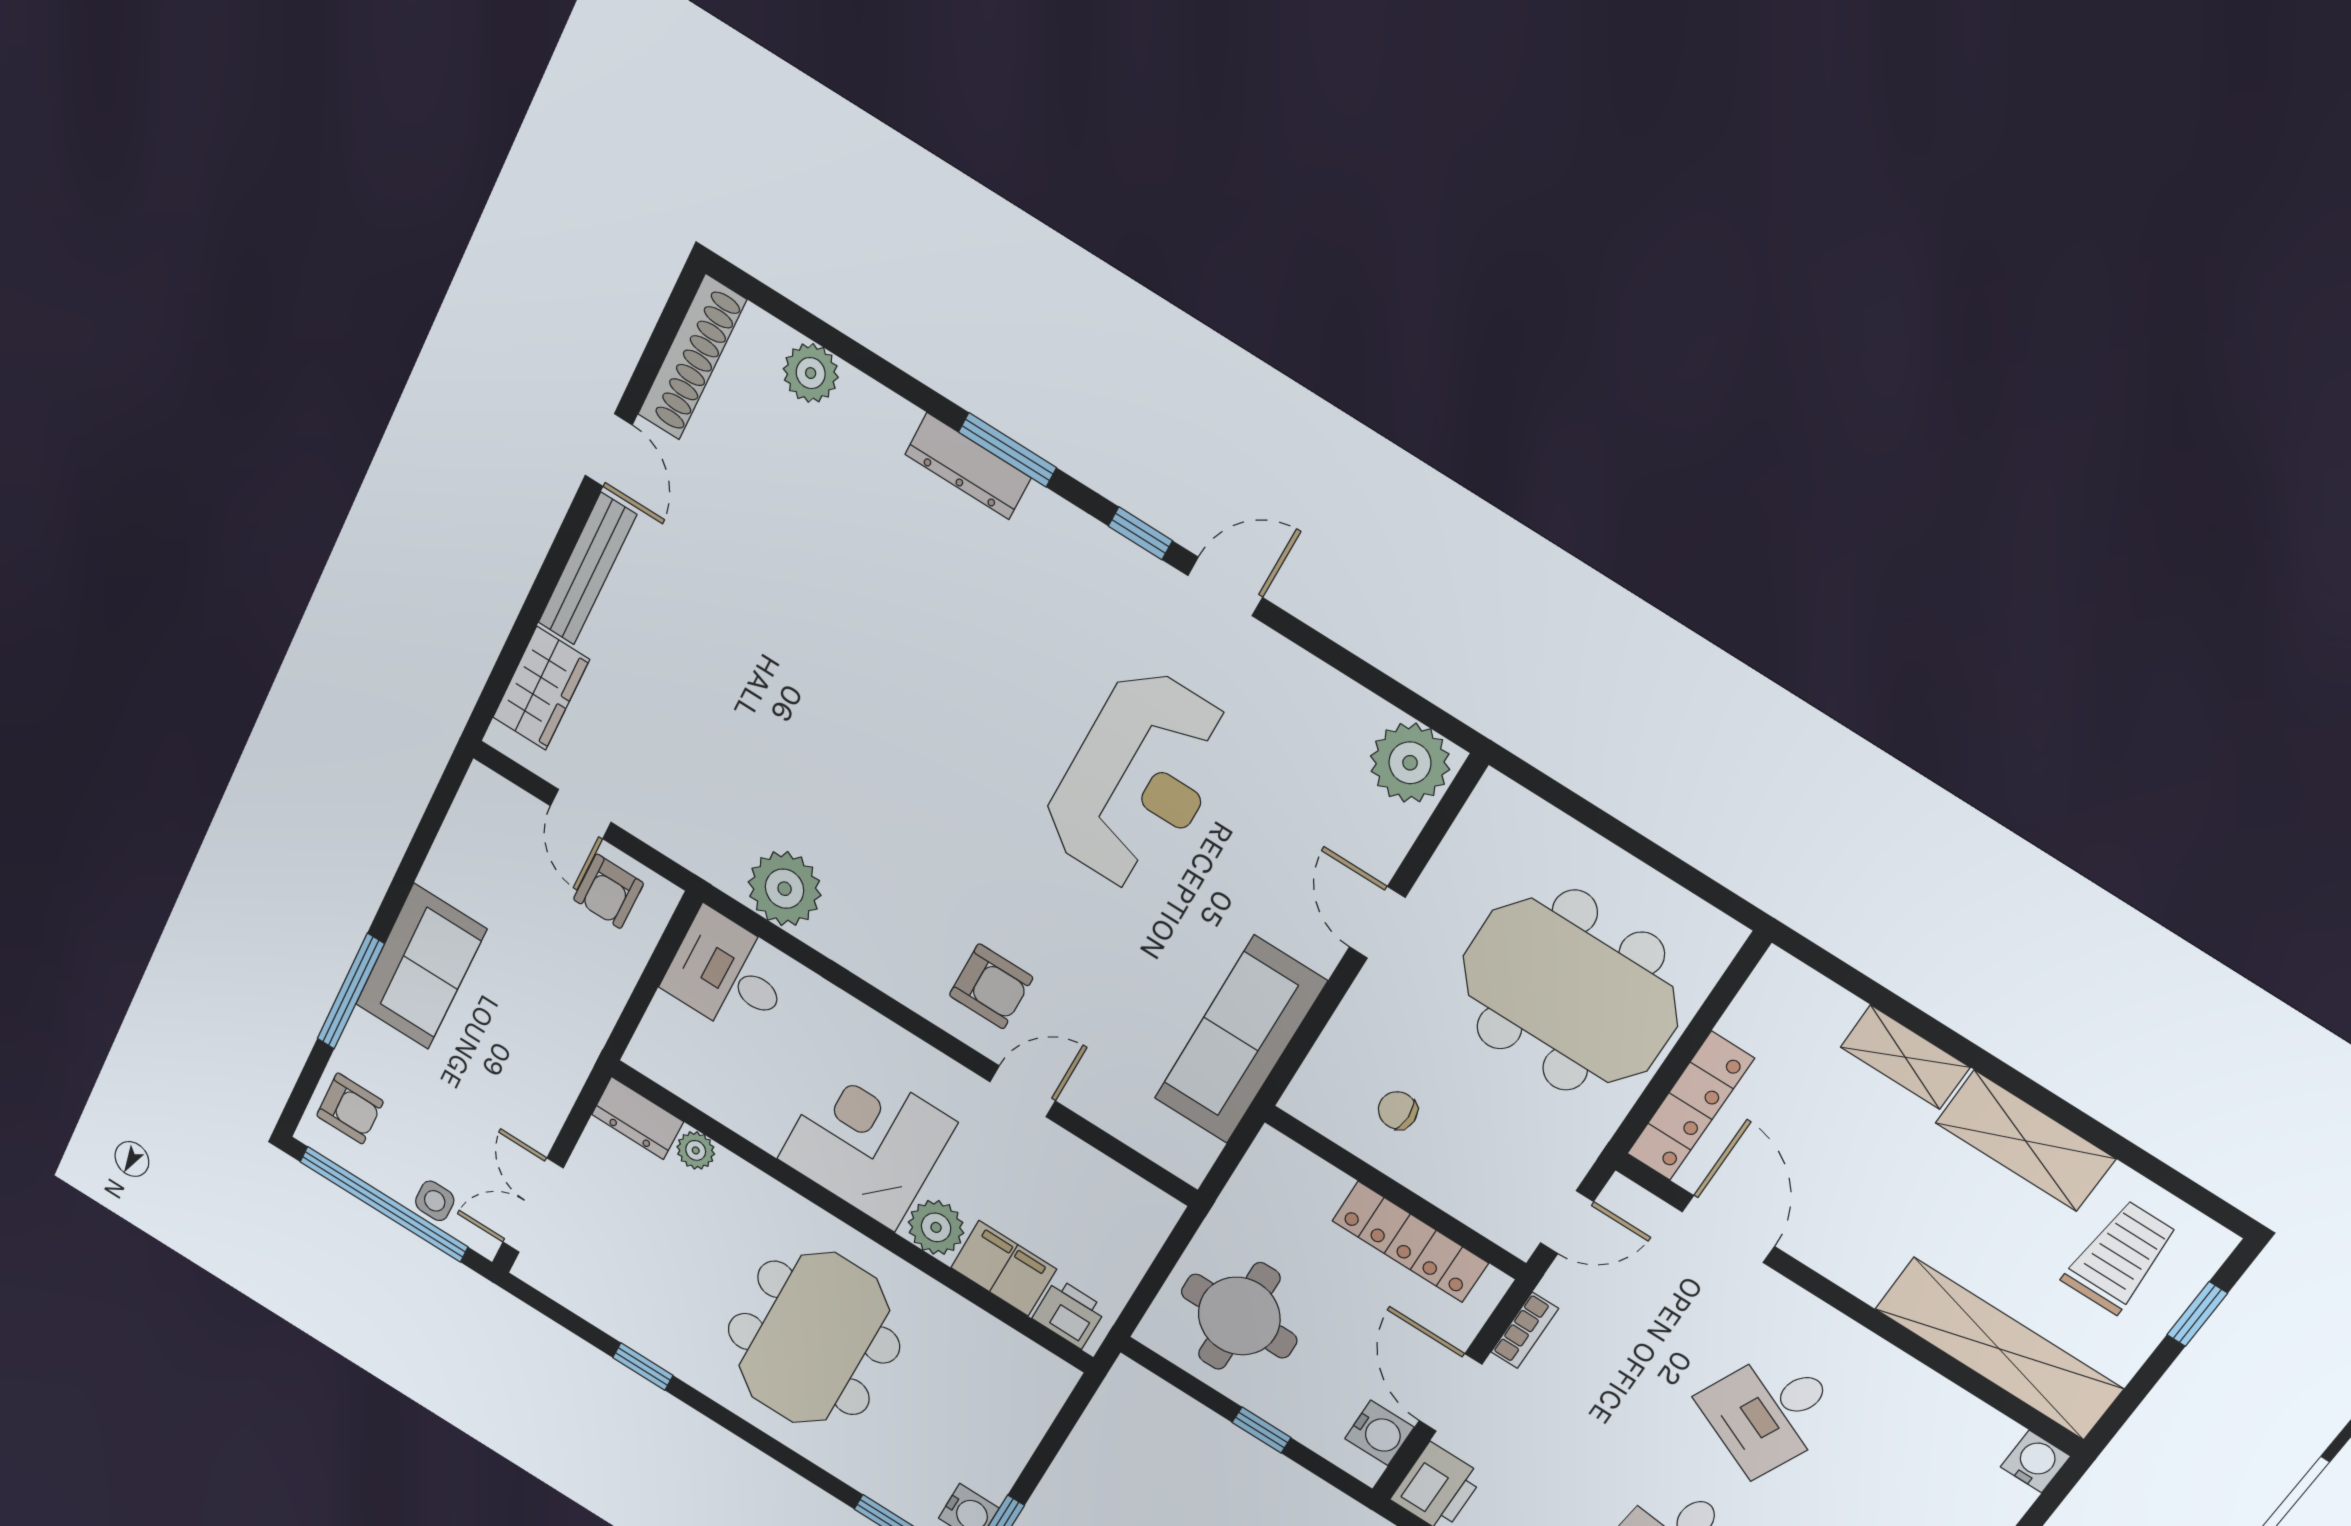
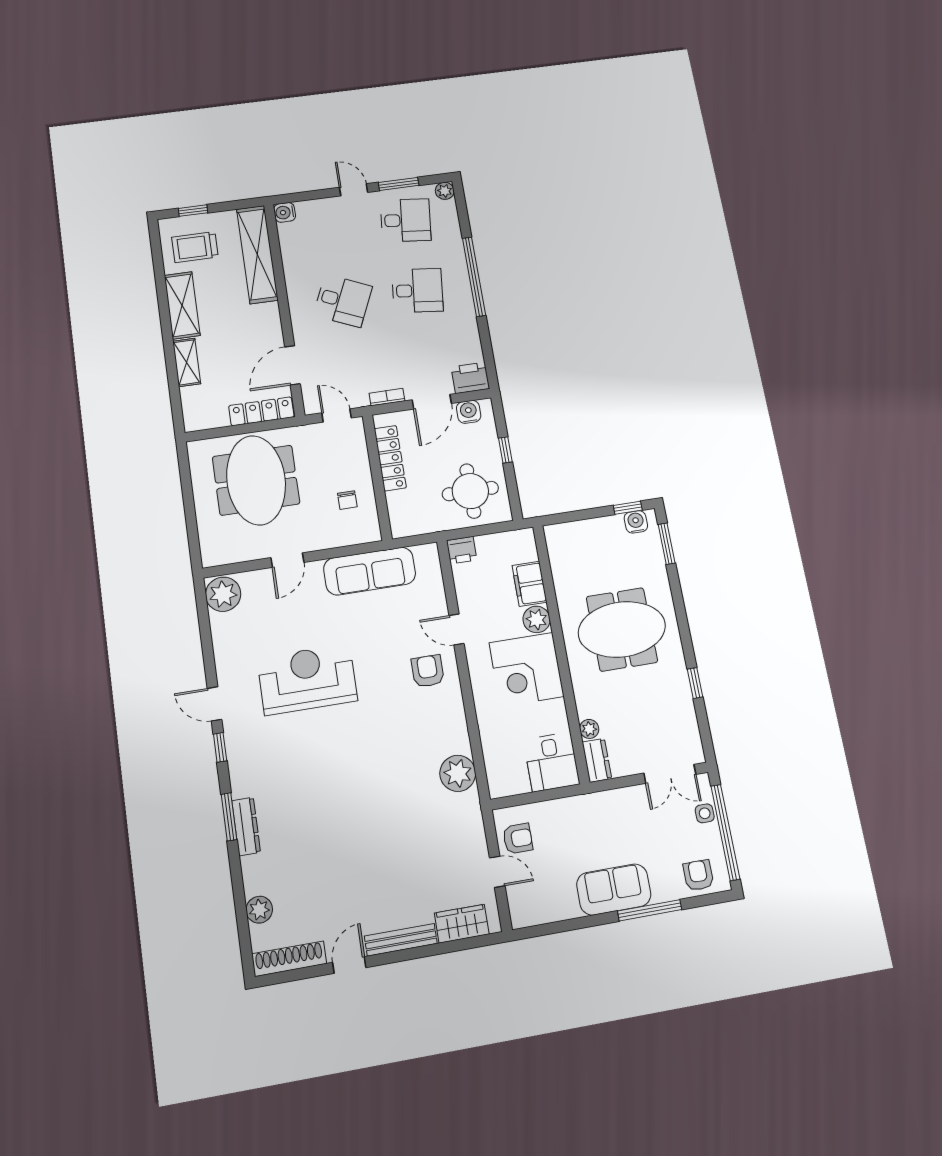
door: (581, 814) -> (497, 872), hinge flipped
desk: (728, 974) -> (552, 762), moved
printer: (1069, 1313) -> (462, 550), moved, turned -90

